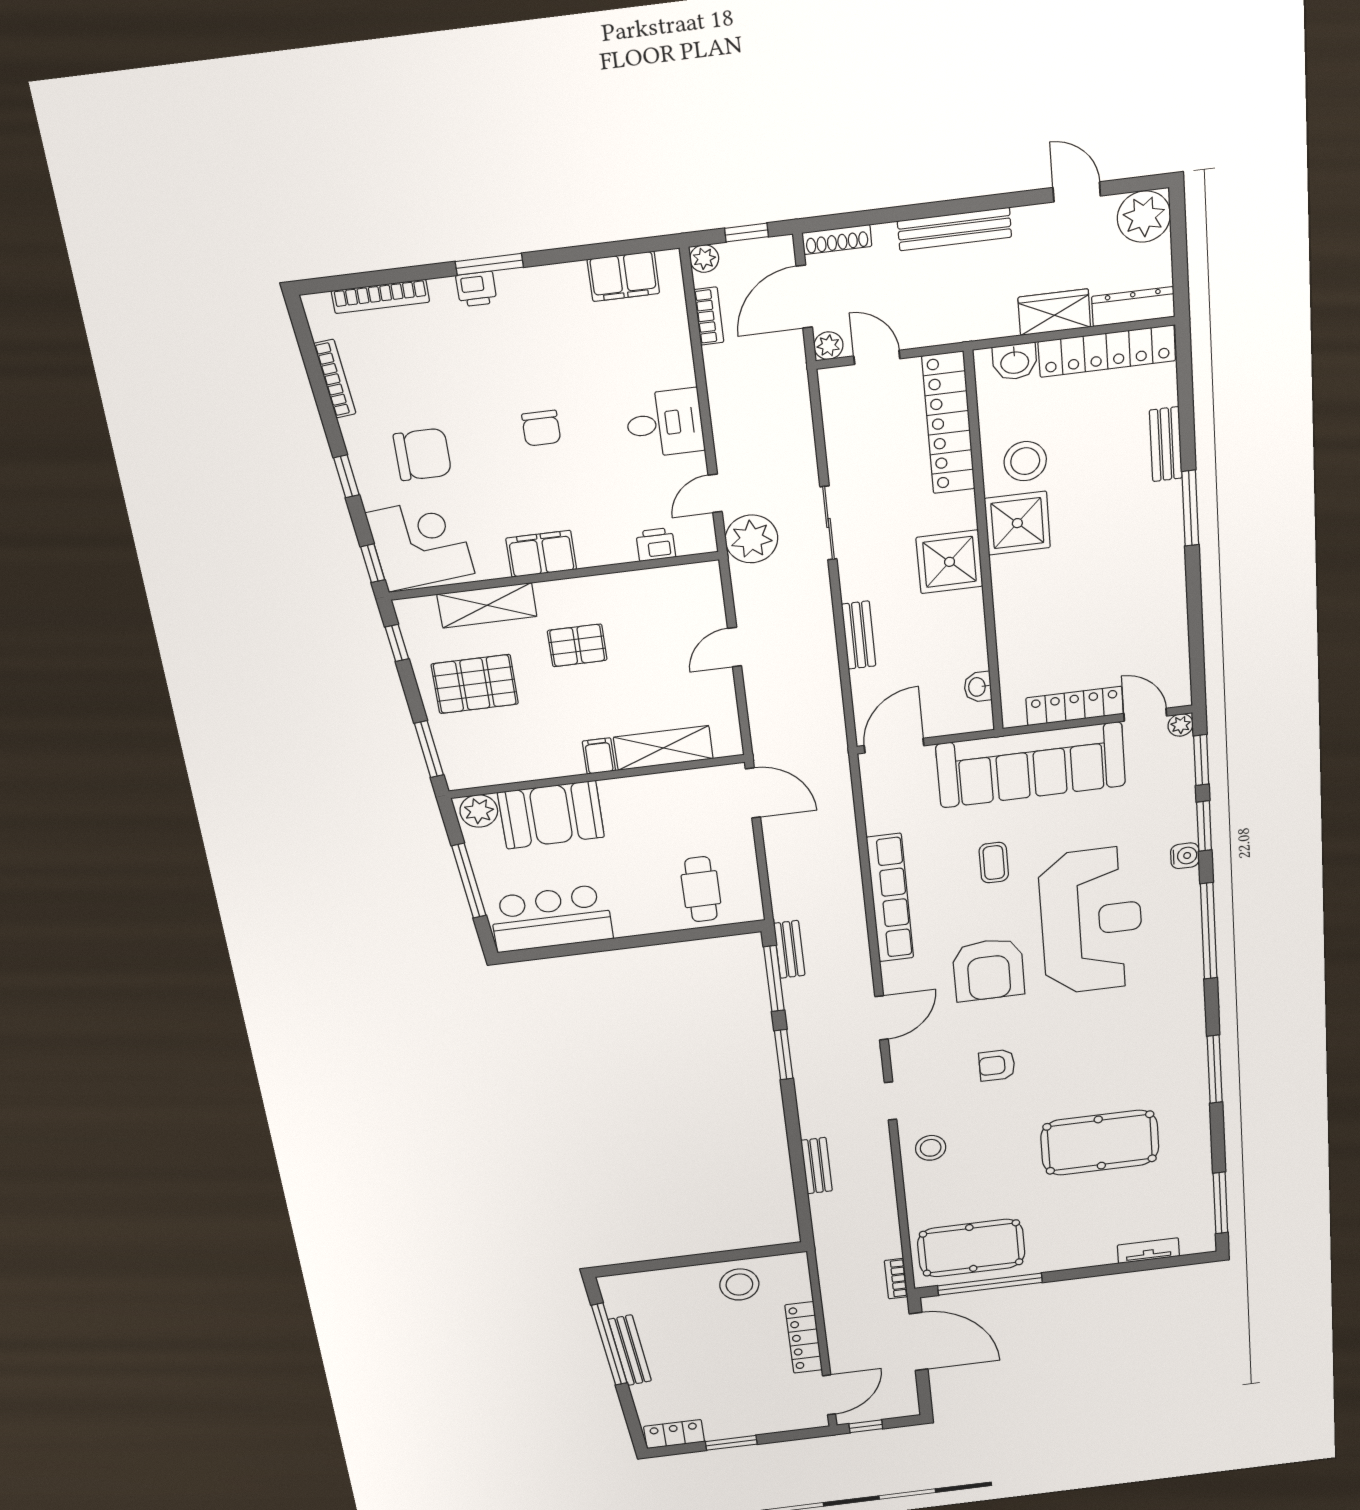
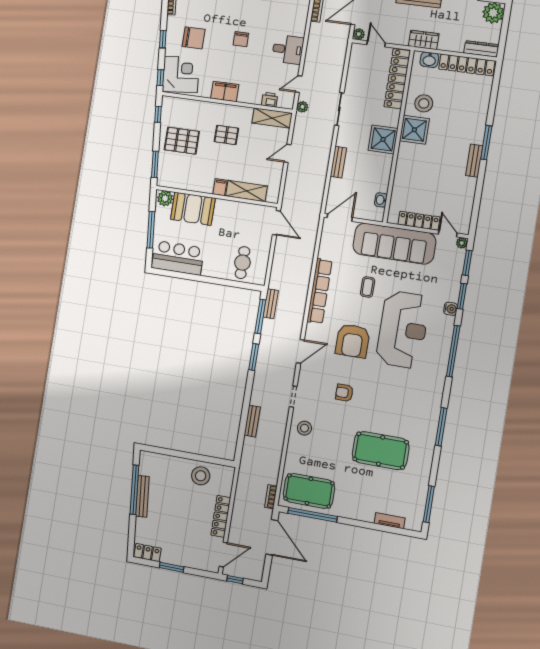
wardrobe: (1054, 312) -> (424, 40), moved
bench: (1166, 444) -> (474, 161), moved
plant: (751, 539) -> (302, 107), width x0.53, depth x0.53
shelving: (487, 605) -> (272, 118), moved

